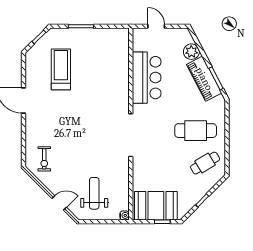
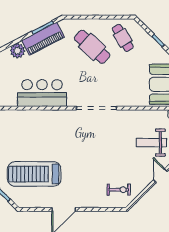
treadmill: (61, 69) -> (34, 174), width x1.37, depth x1.38
cafe table: (196, 131) -> (92, 47), turned -48

